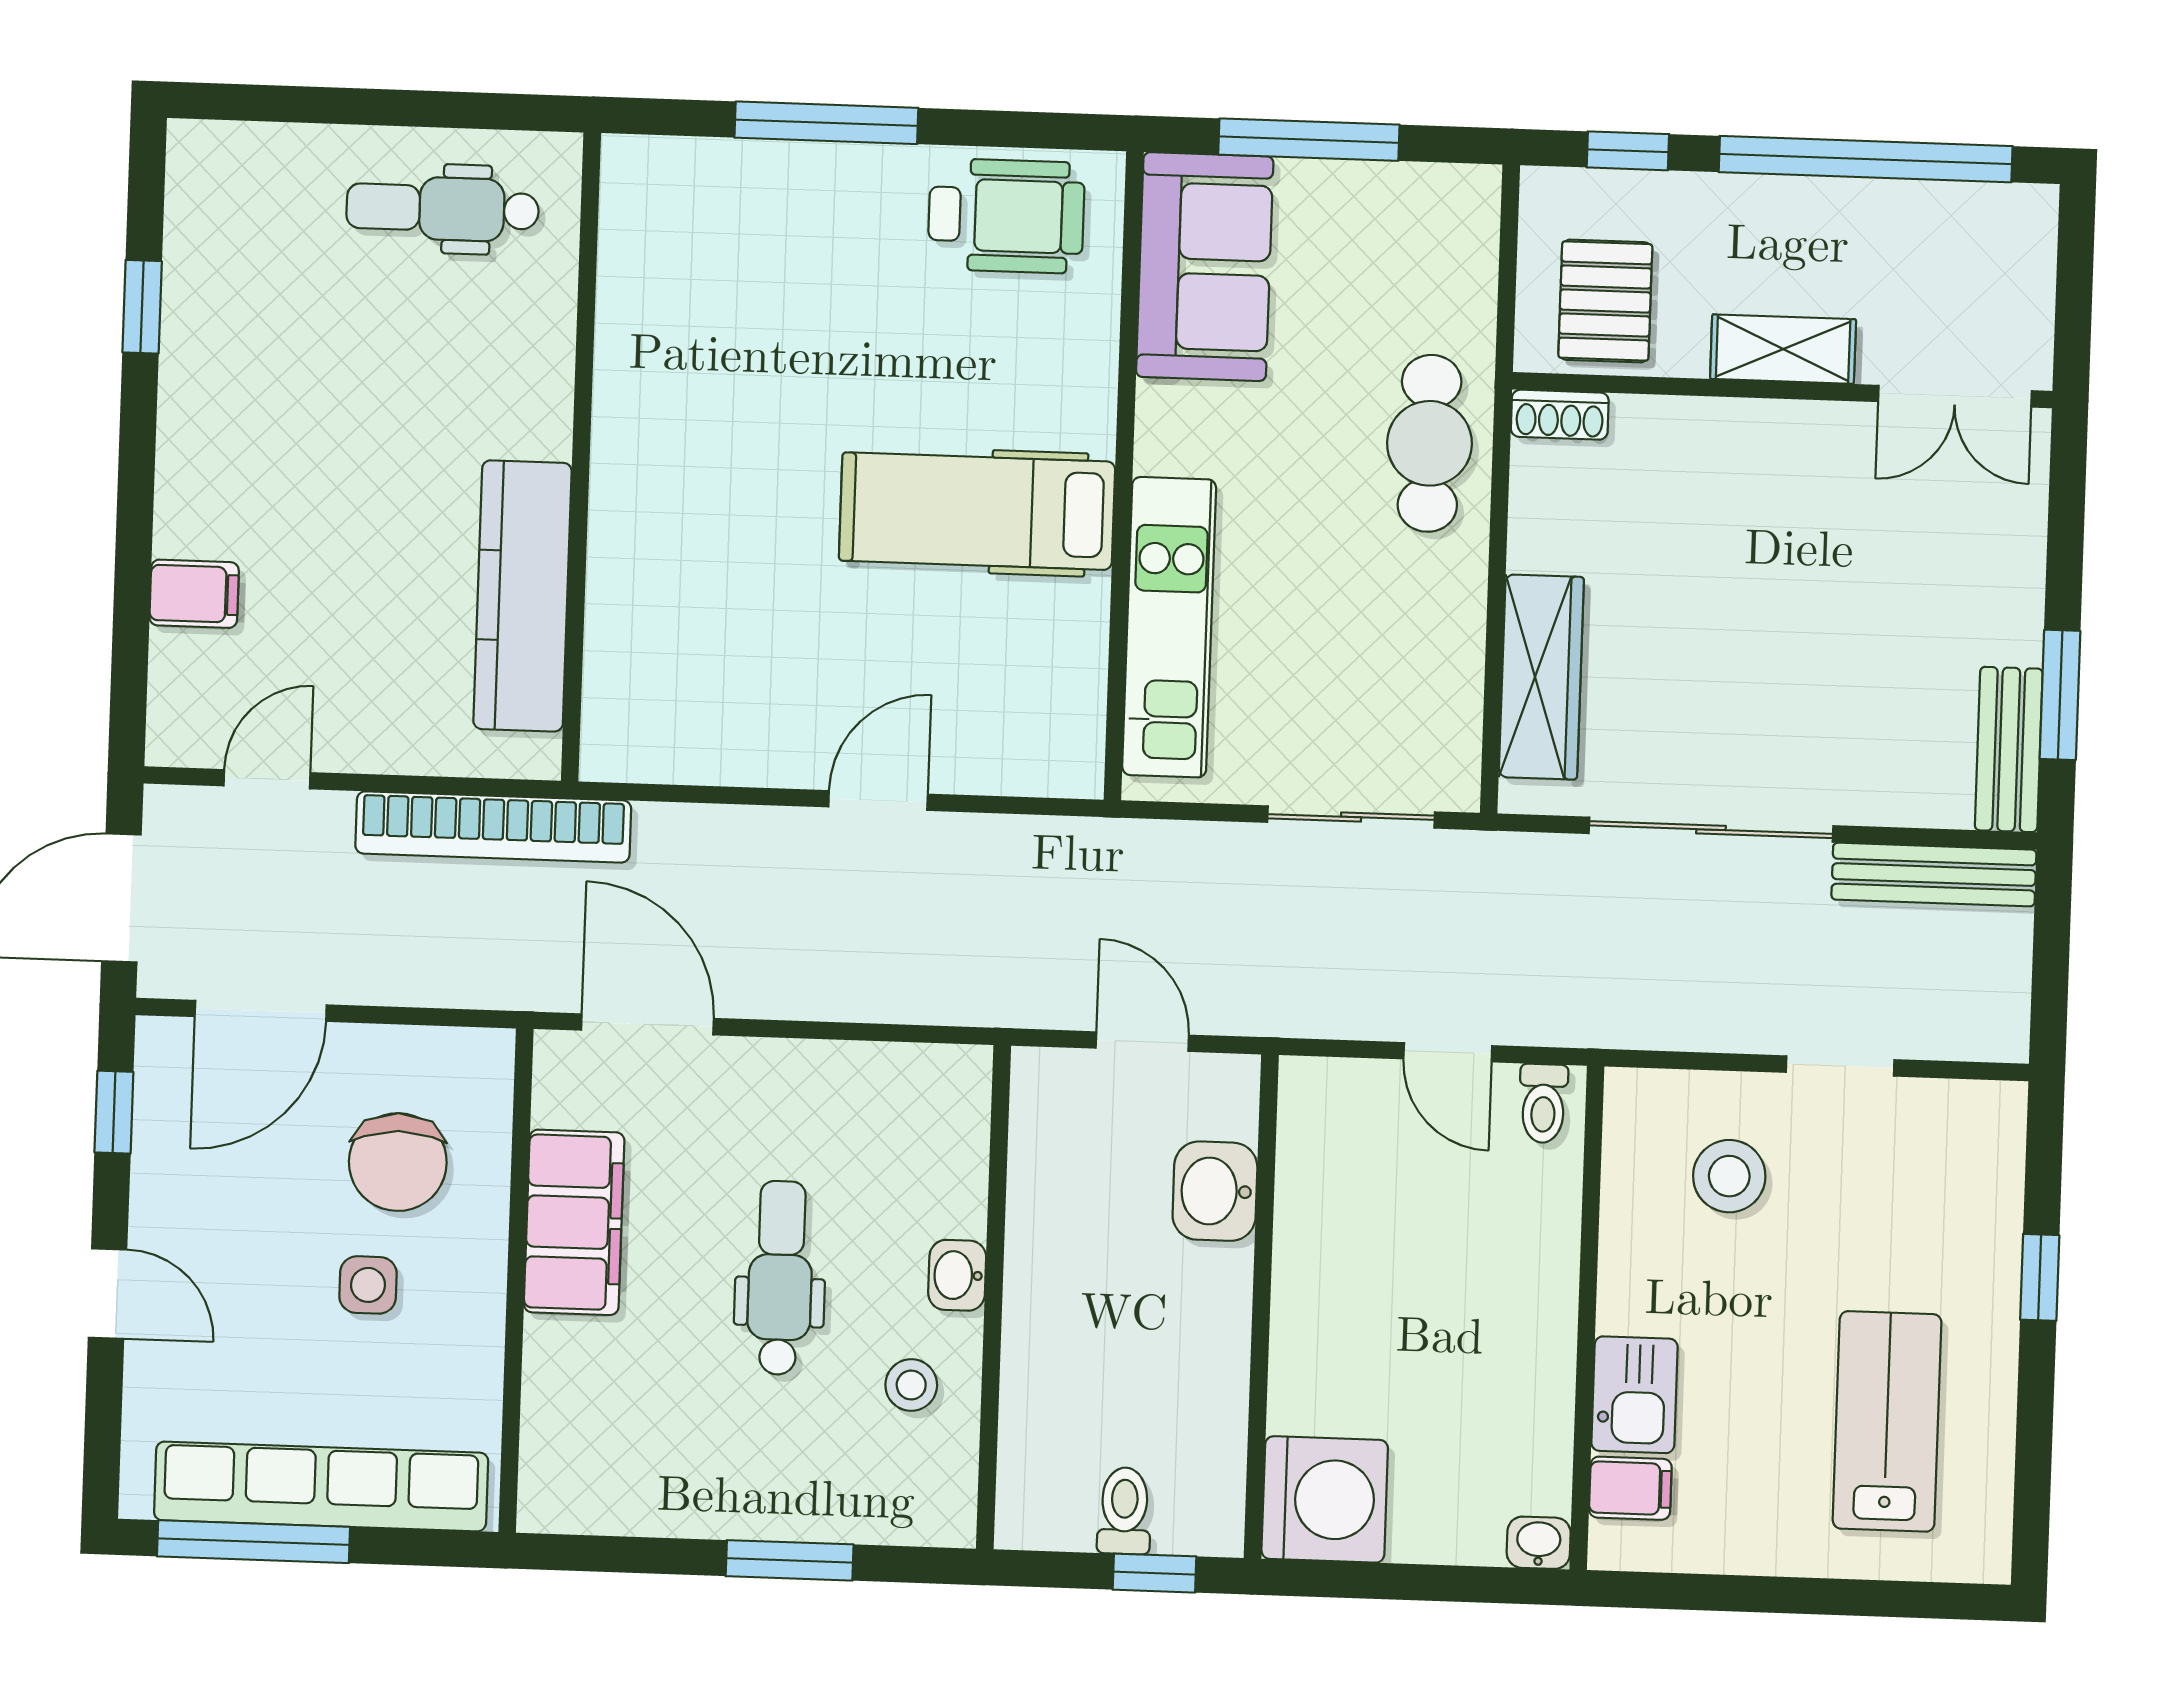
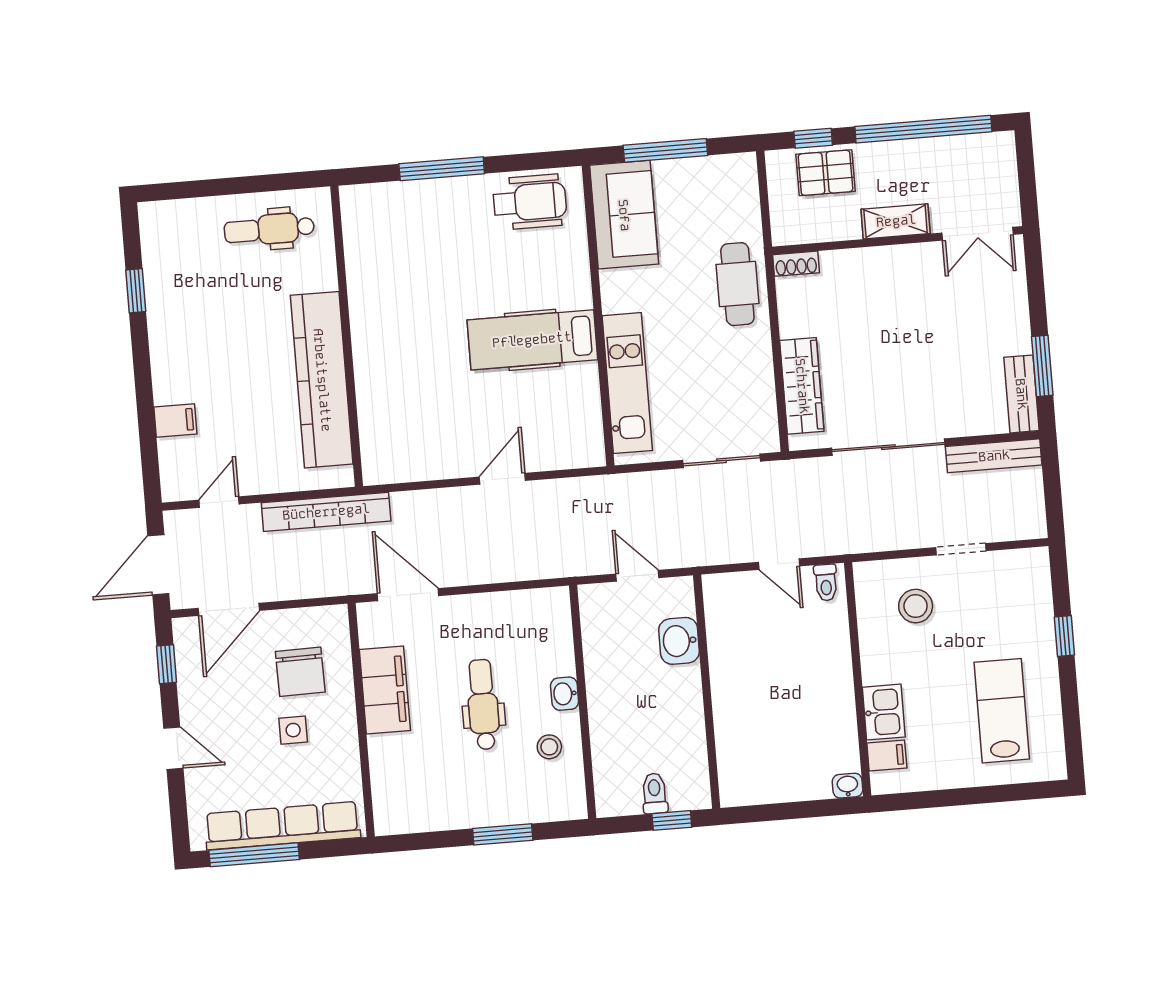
pallet: (1605, 301) -> (825, 173), moved, turned 90
kitchen counter: (523, 596) -> (322, 380), width x1.39, depth x1.17
washing machine: (1325, 1499) -> (746, 777), removed

